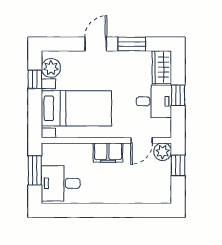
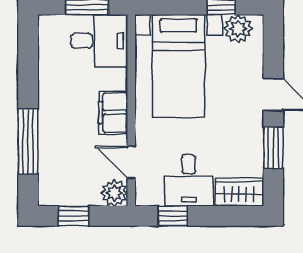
window: (178, 95) -> (173, 216), moved
window: (178, 165) -> (73, 216), moved
desk: (61, 183) -> (99, 41), moved, turned 90
window: (128, 210) -> (28, 142), added

